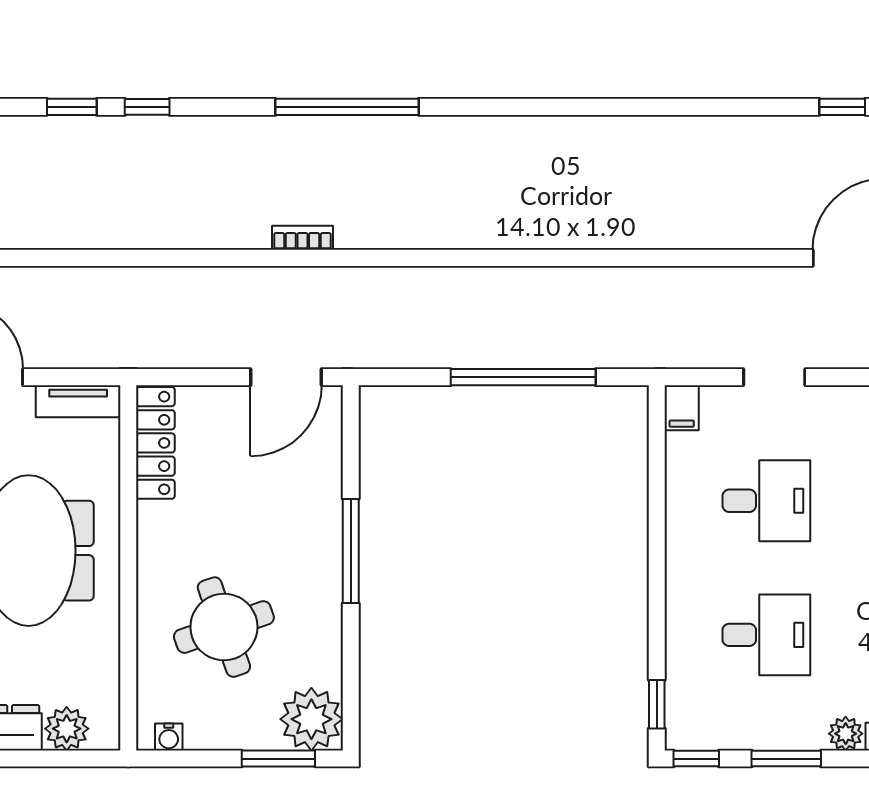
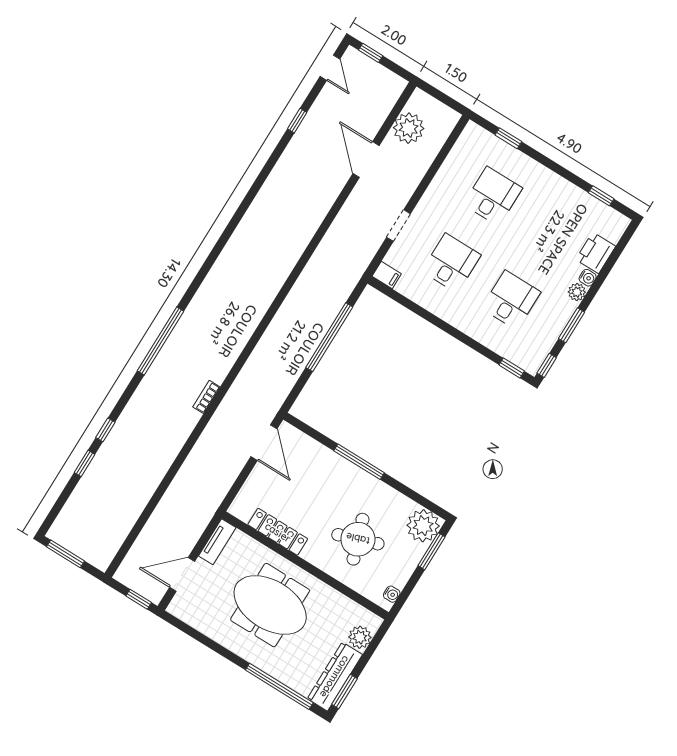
locker: (155, 443) -> (278, 532), moved

